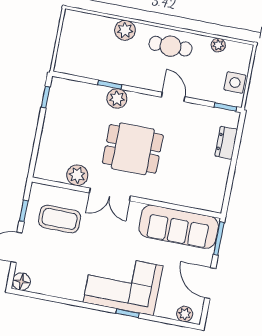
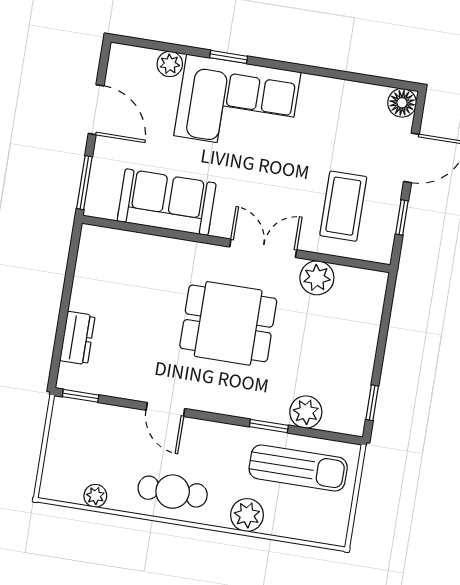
sun lounger: (93, 58) -> (298, 468), added
side table: (235, 82) -> (66, 436), removed
plant: (117, 98) -> (306, 412), moved
coffee table: (60, 219) -> (343, 206), turned 90
sofa: (179, 227) -> (167, 202), width x0.73
plant: (185, 314) -> (170, 64), moved

